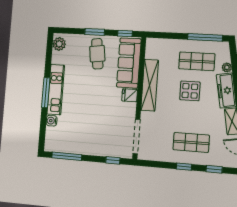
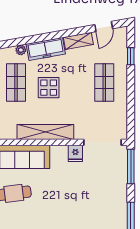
fridge: (130, 95) -> (75, 153), moved
window: (113, 160) -> (131, 167), width x2.17
window: (184, 167) -> (131, 88), removed

